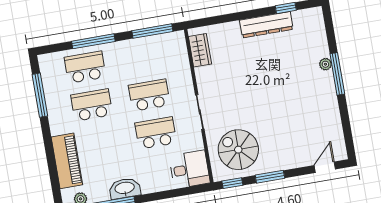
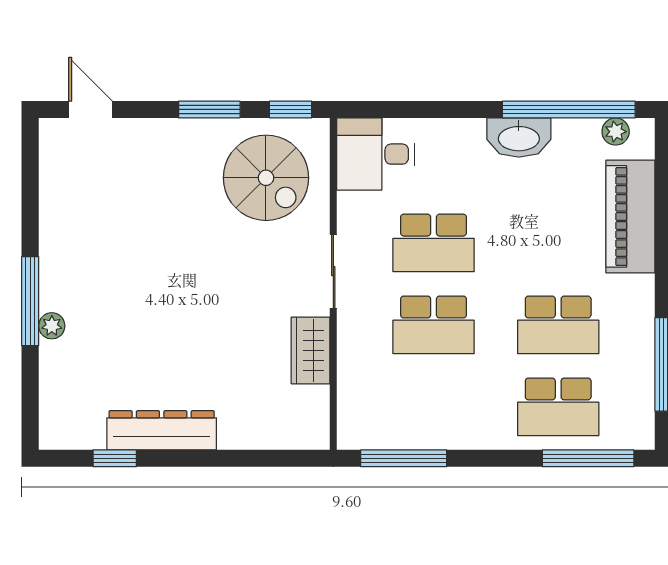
window: (93, 41) -> (588, 458), moved
wardrobe: (200, 50) -> (311, 350), moved
door: (325, 167) -> (91, 109), swing flipped

